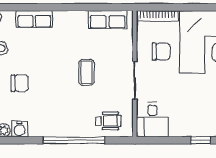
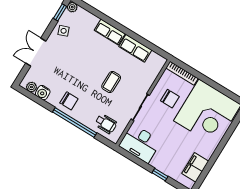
row of seats: (34, 19) -> (110, 32), moved
row of seats: (108, 20) -> (135, 48), moved
chair: (20, 83) -> (69, 101), moved
desk: (152, 120) -> (140, 143), width x1.37

